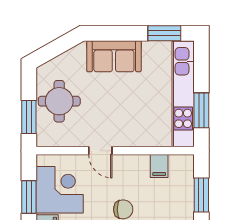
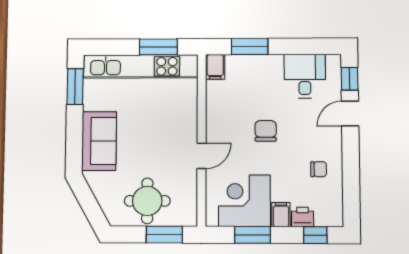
filing cabinet: (159, 166) -> (215, 67), moved, turned 90

